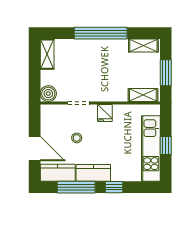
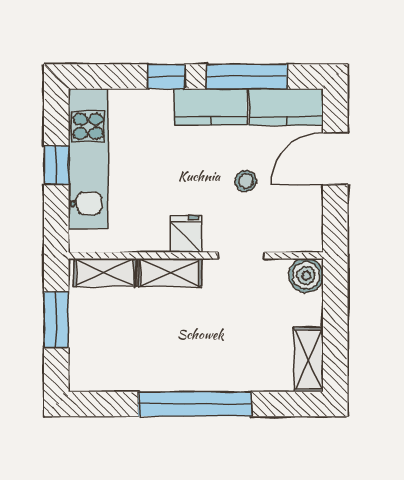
shelving: (143, 46) -> (170, 273), moved
door: (35, 149) -> (335, 159), hinge flipped

